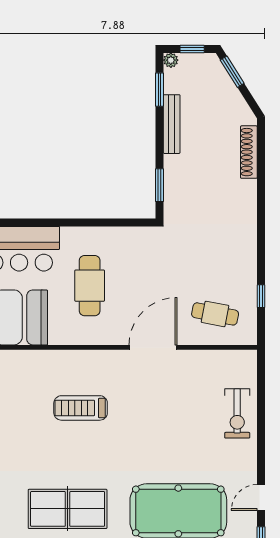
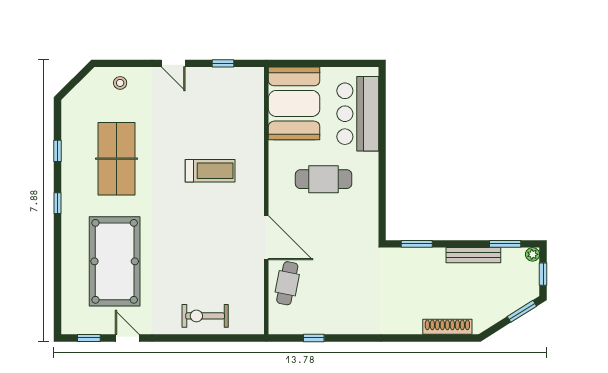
cafe table: (215, 314) -> (287, 283), moved
treadmill: (81, 408) -> (210, 171), turned 90

